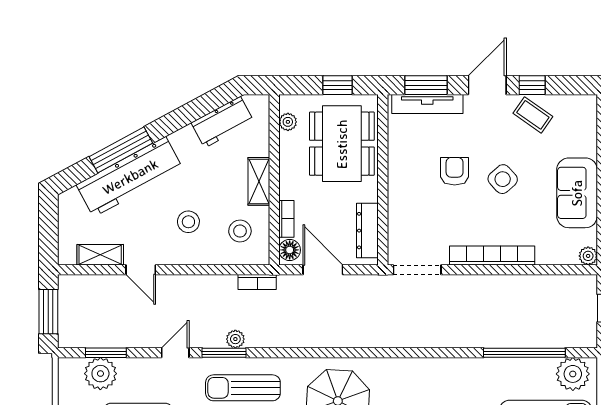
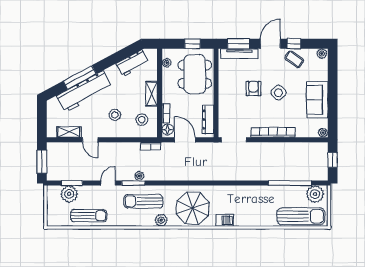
plant: (586, 104) -> (322, 54), added

